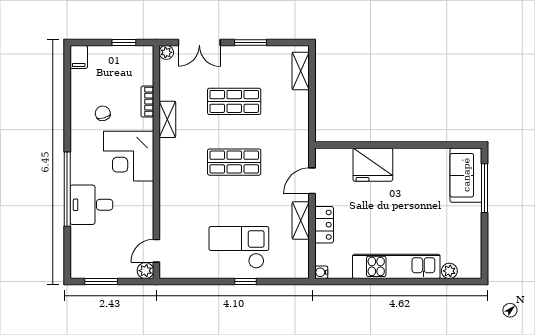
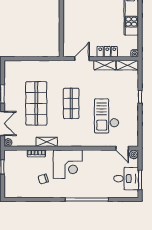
filing cabinet: (79, 57) -> (11, 193), removed
shelving: (301, 71) -> (127, 65), moved
shop shelf: (234, 101) -> (36, 103), width x1.43, depth x1.36
fridge: (373, 165) -> (73, 24), removed
door: (312, 181) -> (82, 59), swing flipped
desk: (91, 205) -> (126, 179), moved, turned -90
checkout: (239, 247) -> (107, 116), moved

